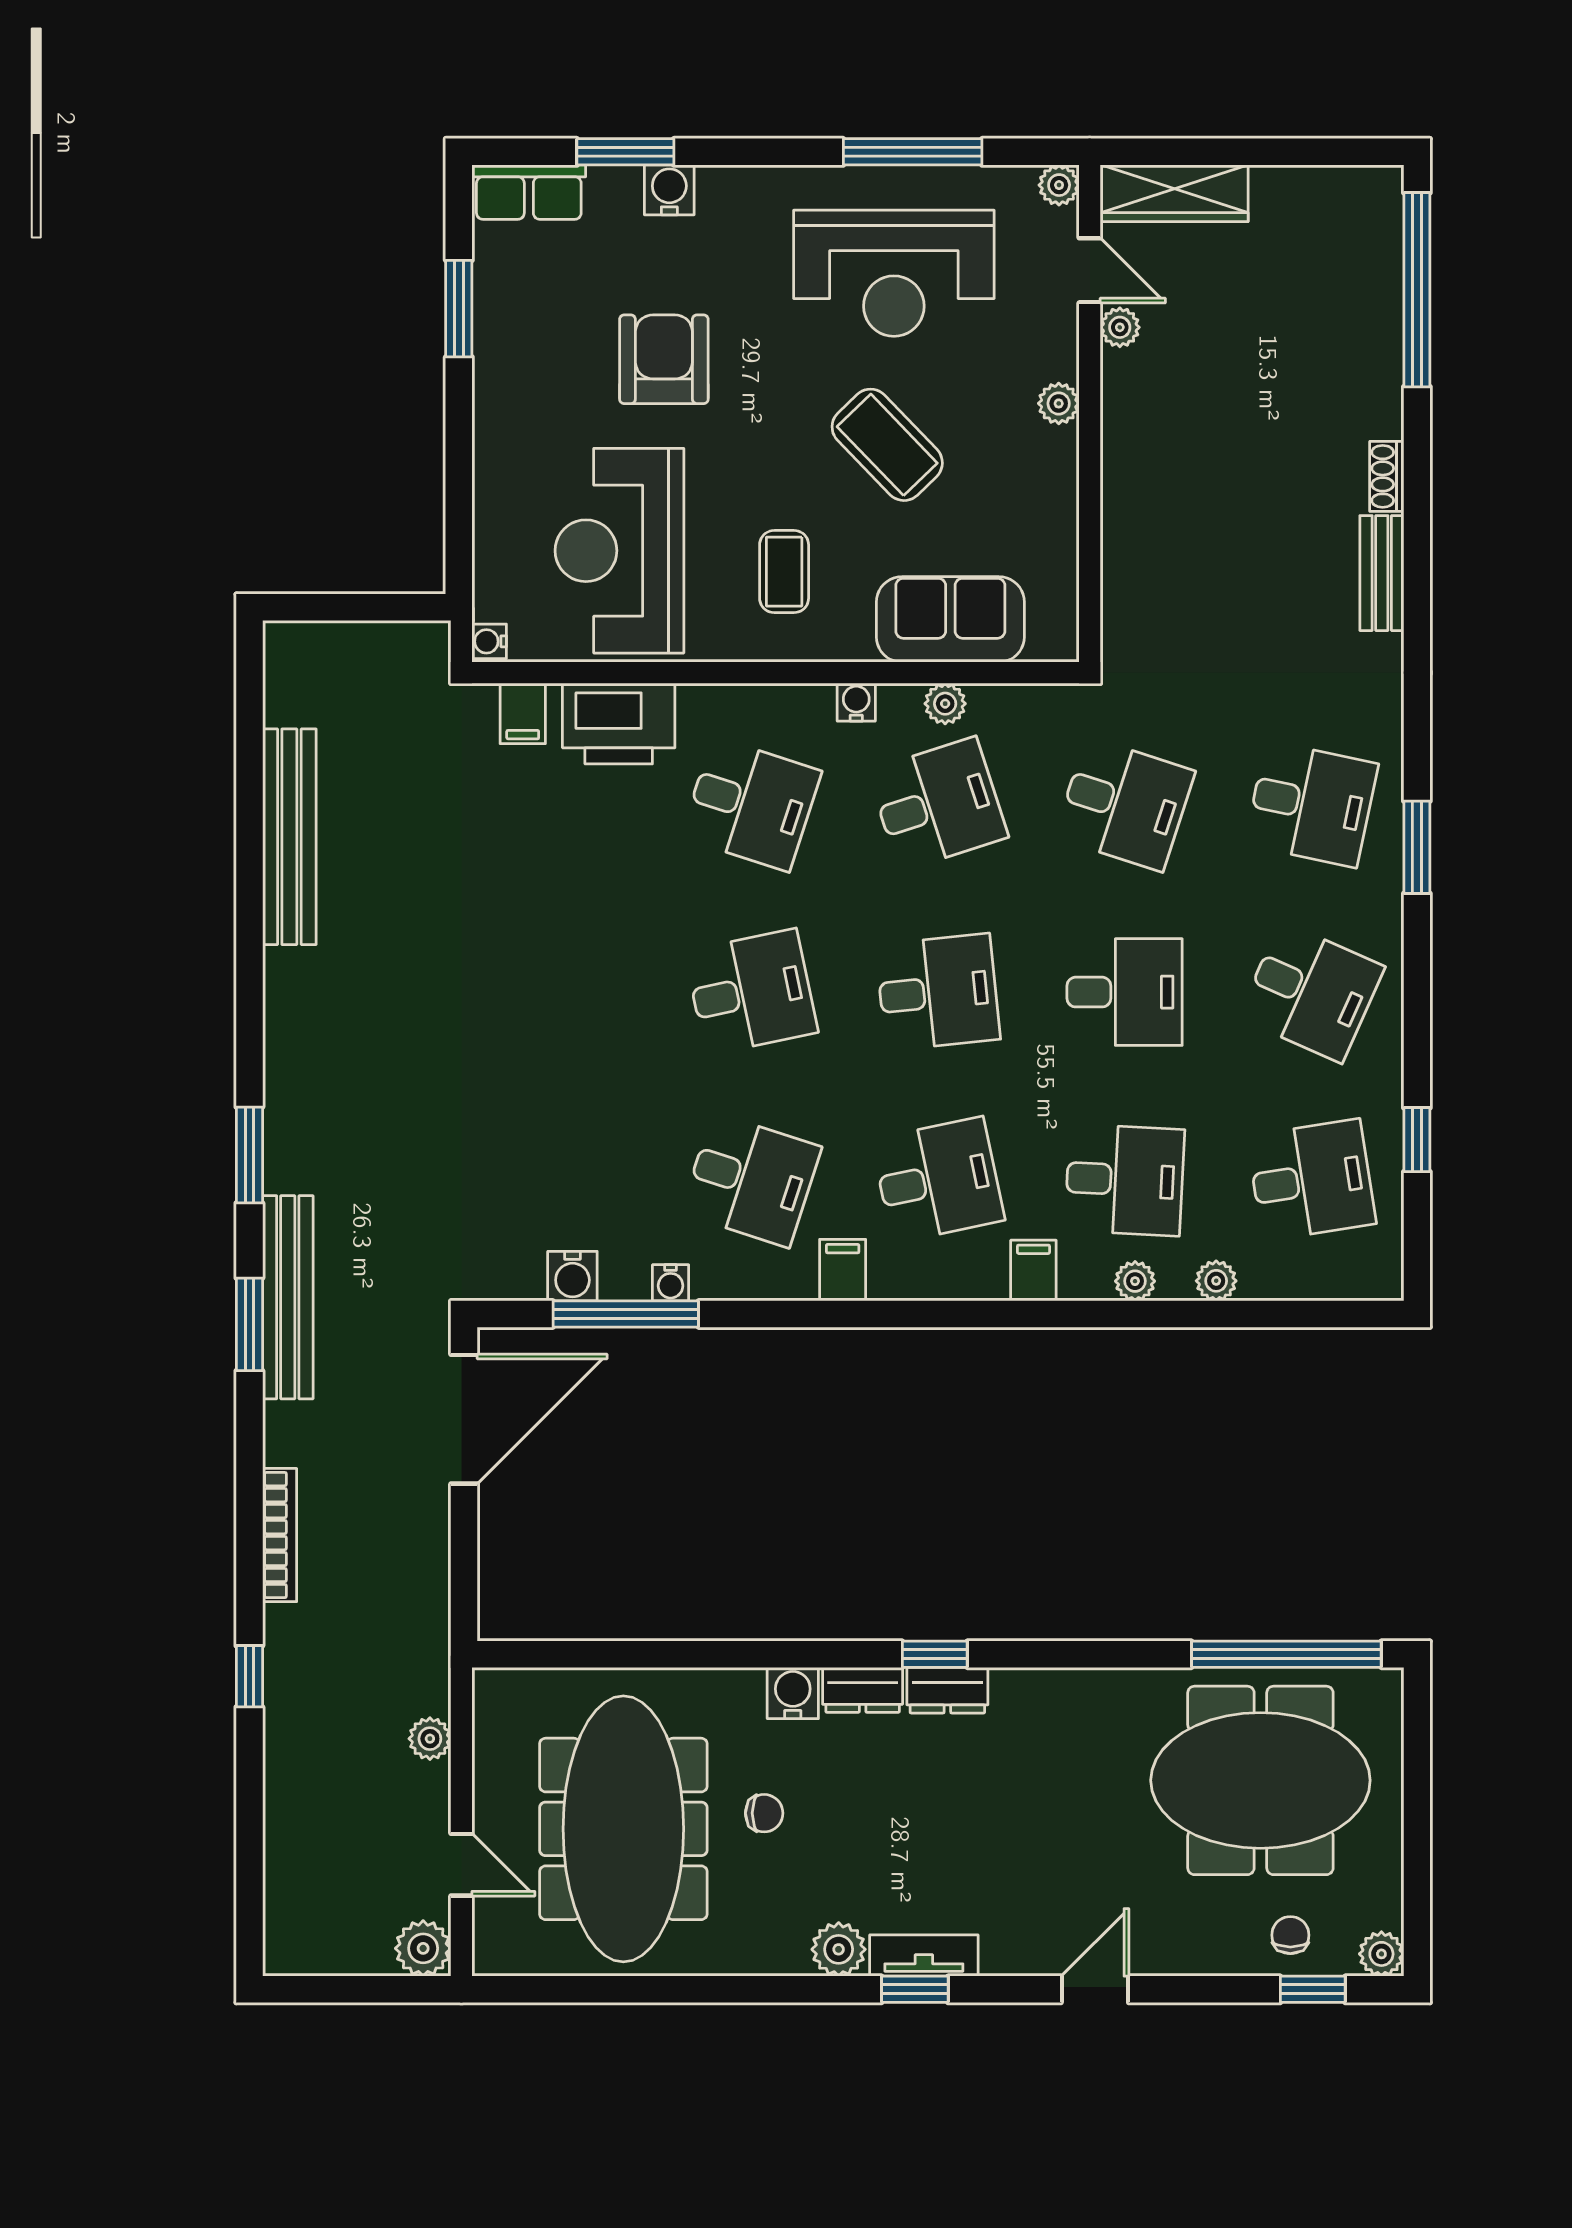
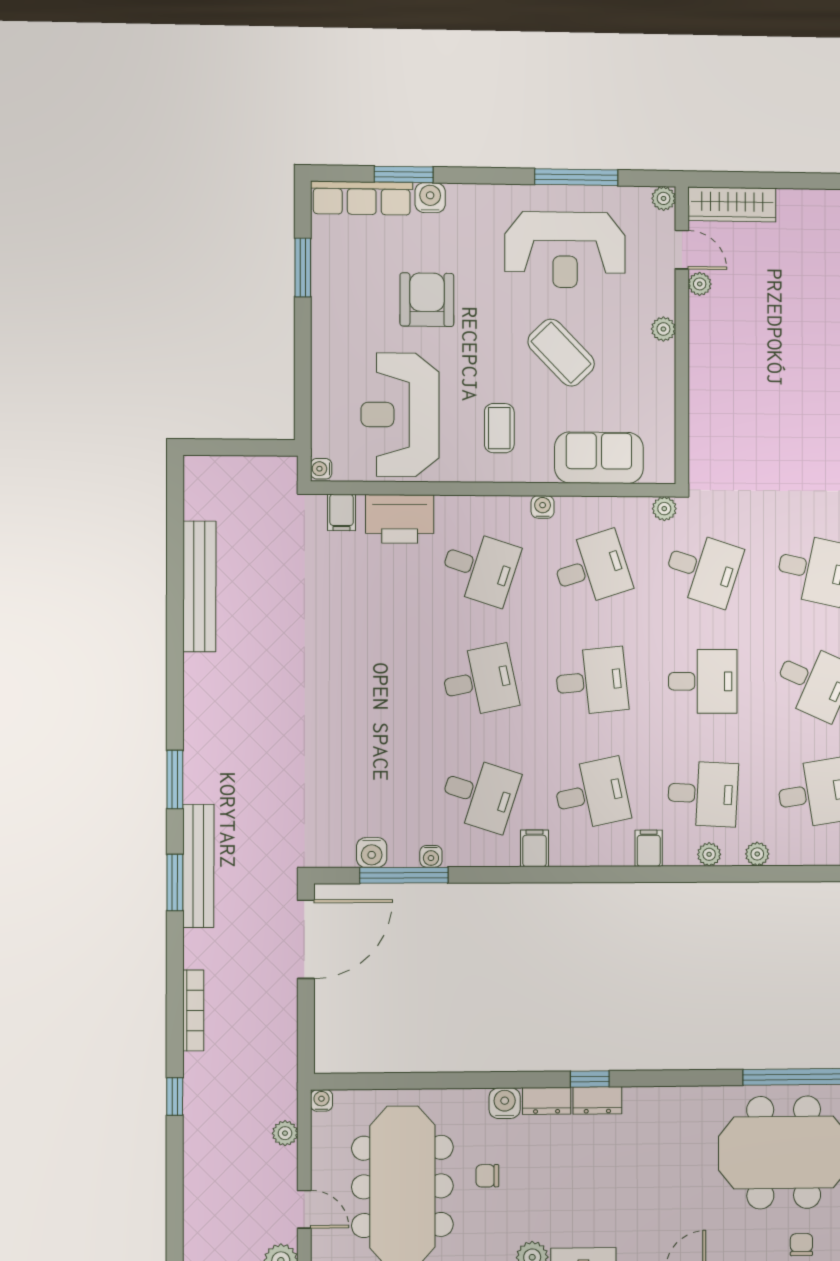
row of seats: (529, 192) -> (362, 198), width x1.48
plant: (945, 704) -> (664, 509), moved
water cooler: (490, 1685) -> (321, 1100), added
chair: (764, 1813) -> (487, 1176), turned 180

